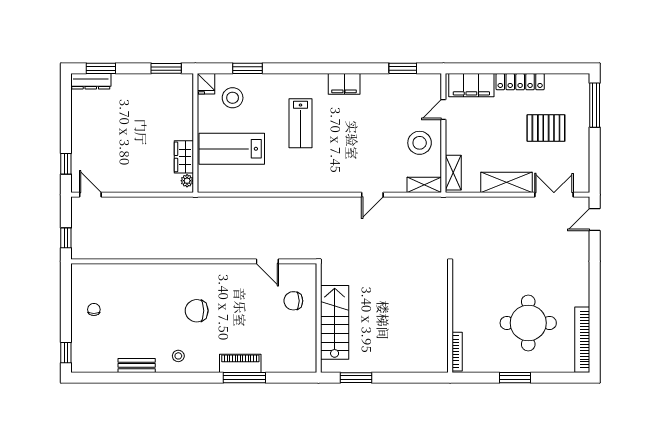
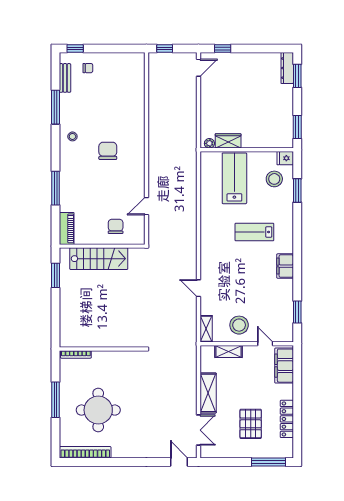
locker: (520, 82) -> (287, 419), moved
shelving: (453, 173) -> (228, 351), moved
chair: (94, 309) -> (88, 68), moved
piano: (240, 363) -> (67, 228), moved
bench: (137, 365) -> (65, 78), moved
window: (141, 378) -> (56, 107), added
window: (515, 378) -> (56, 400), width x1.44

